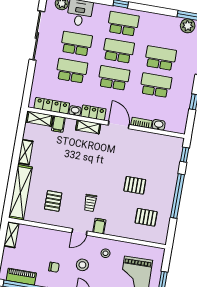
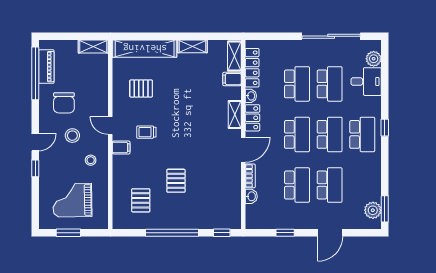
chair: (54, 267) -> (64, 103), width x1.87, depth x1.87

